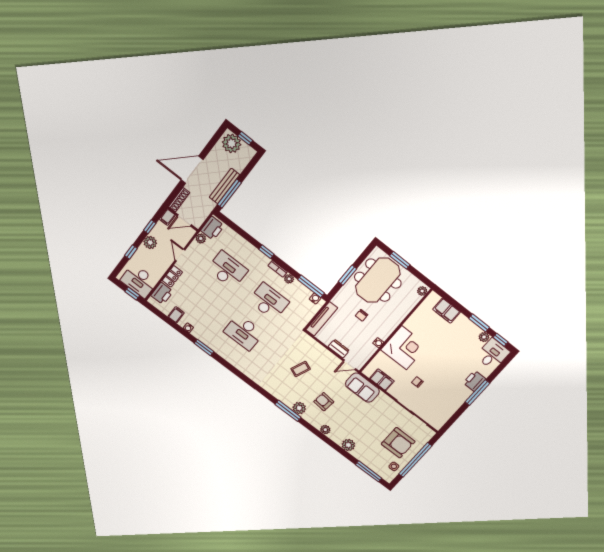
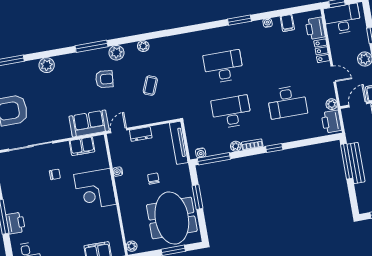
desk: (269, 301) -> (231, 112), turned 180
window: (288, 411) -> (91, 46), moved
plant: (325, 430) -> (143, 46), moved

